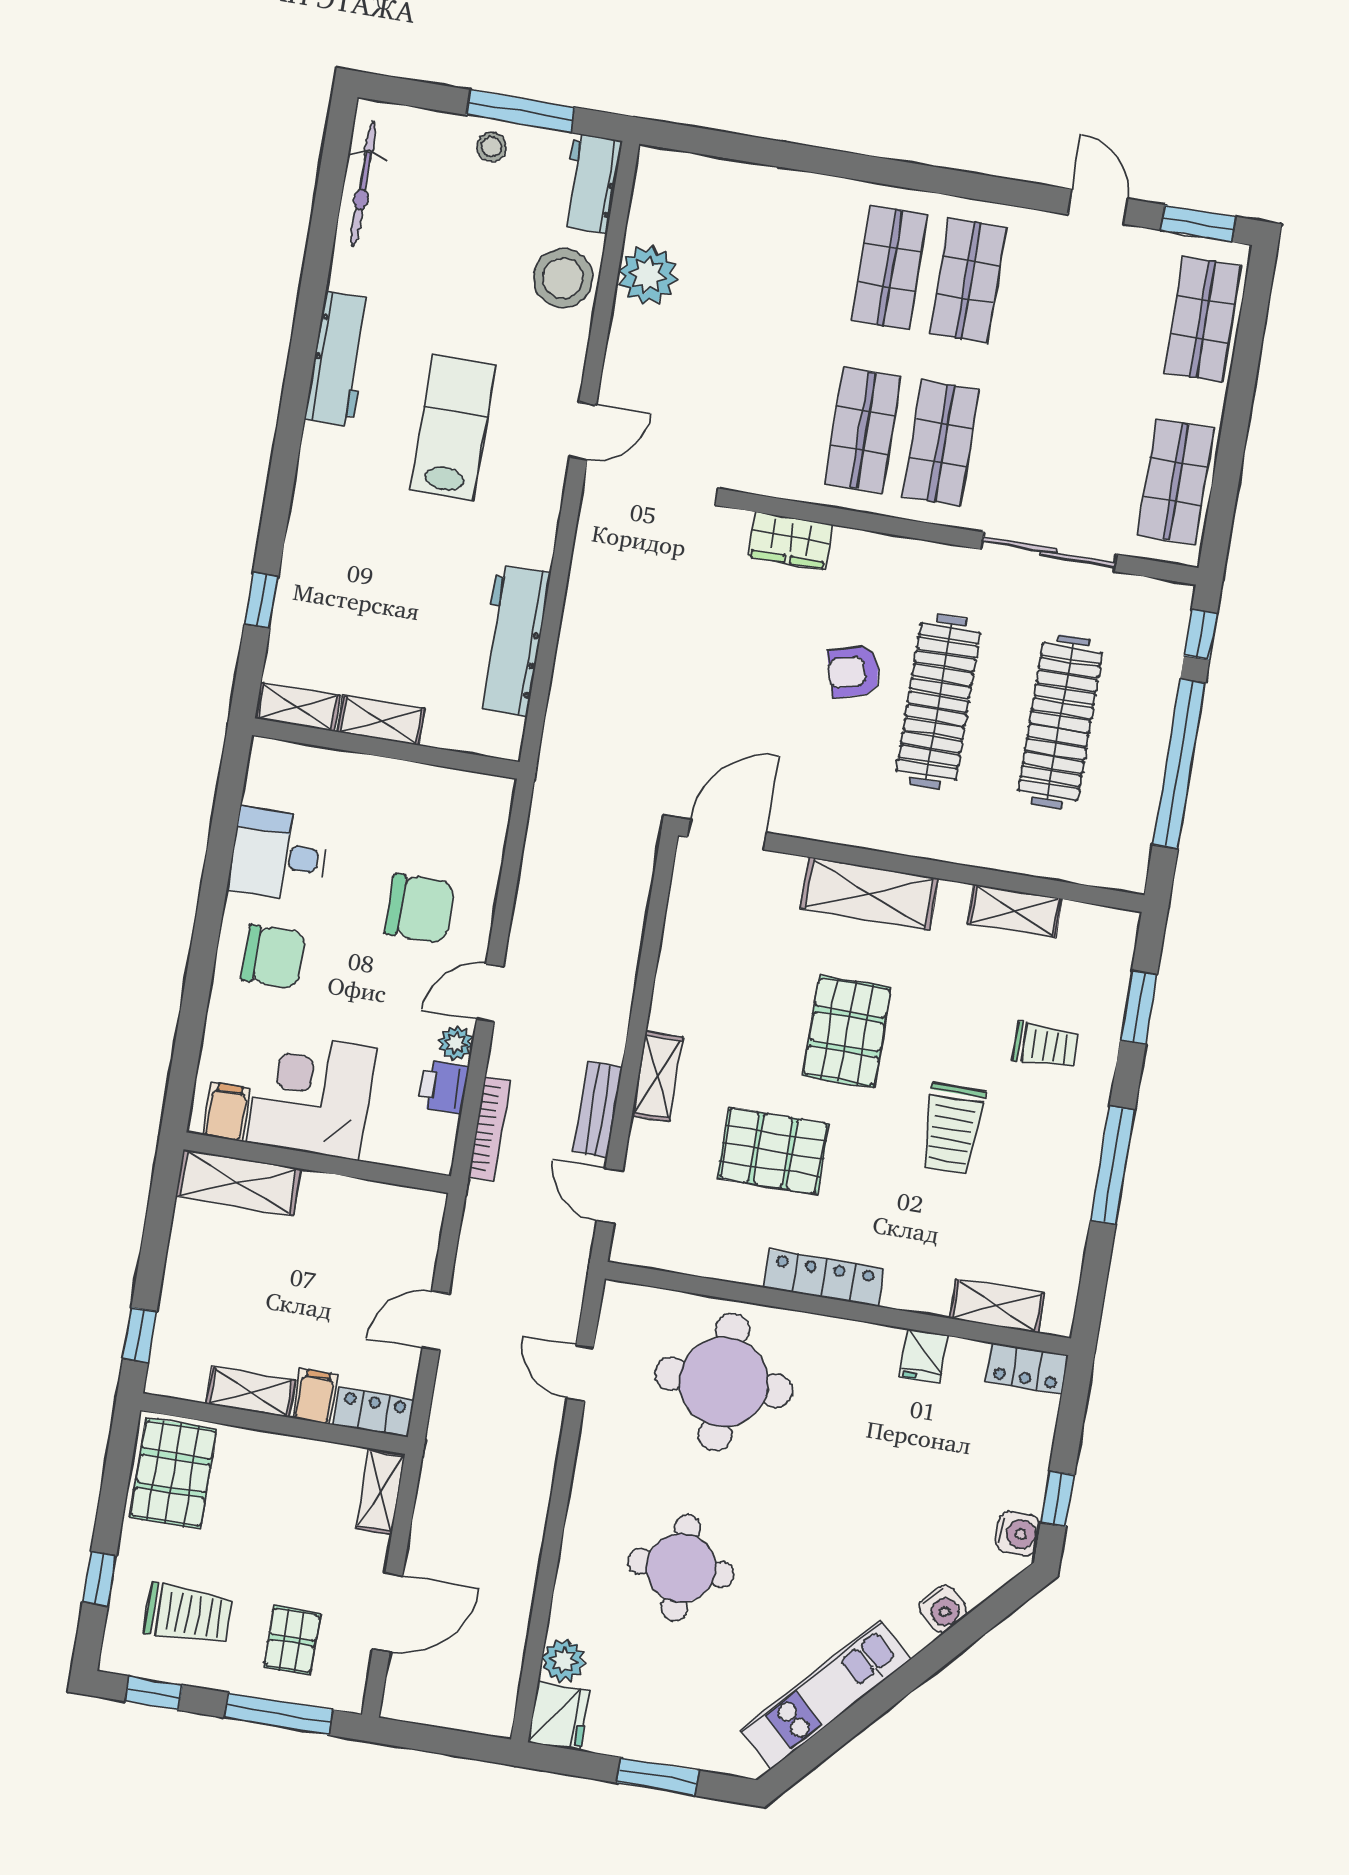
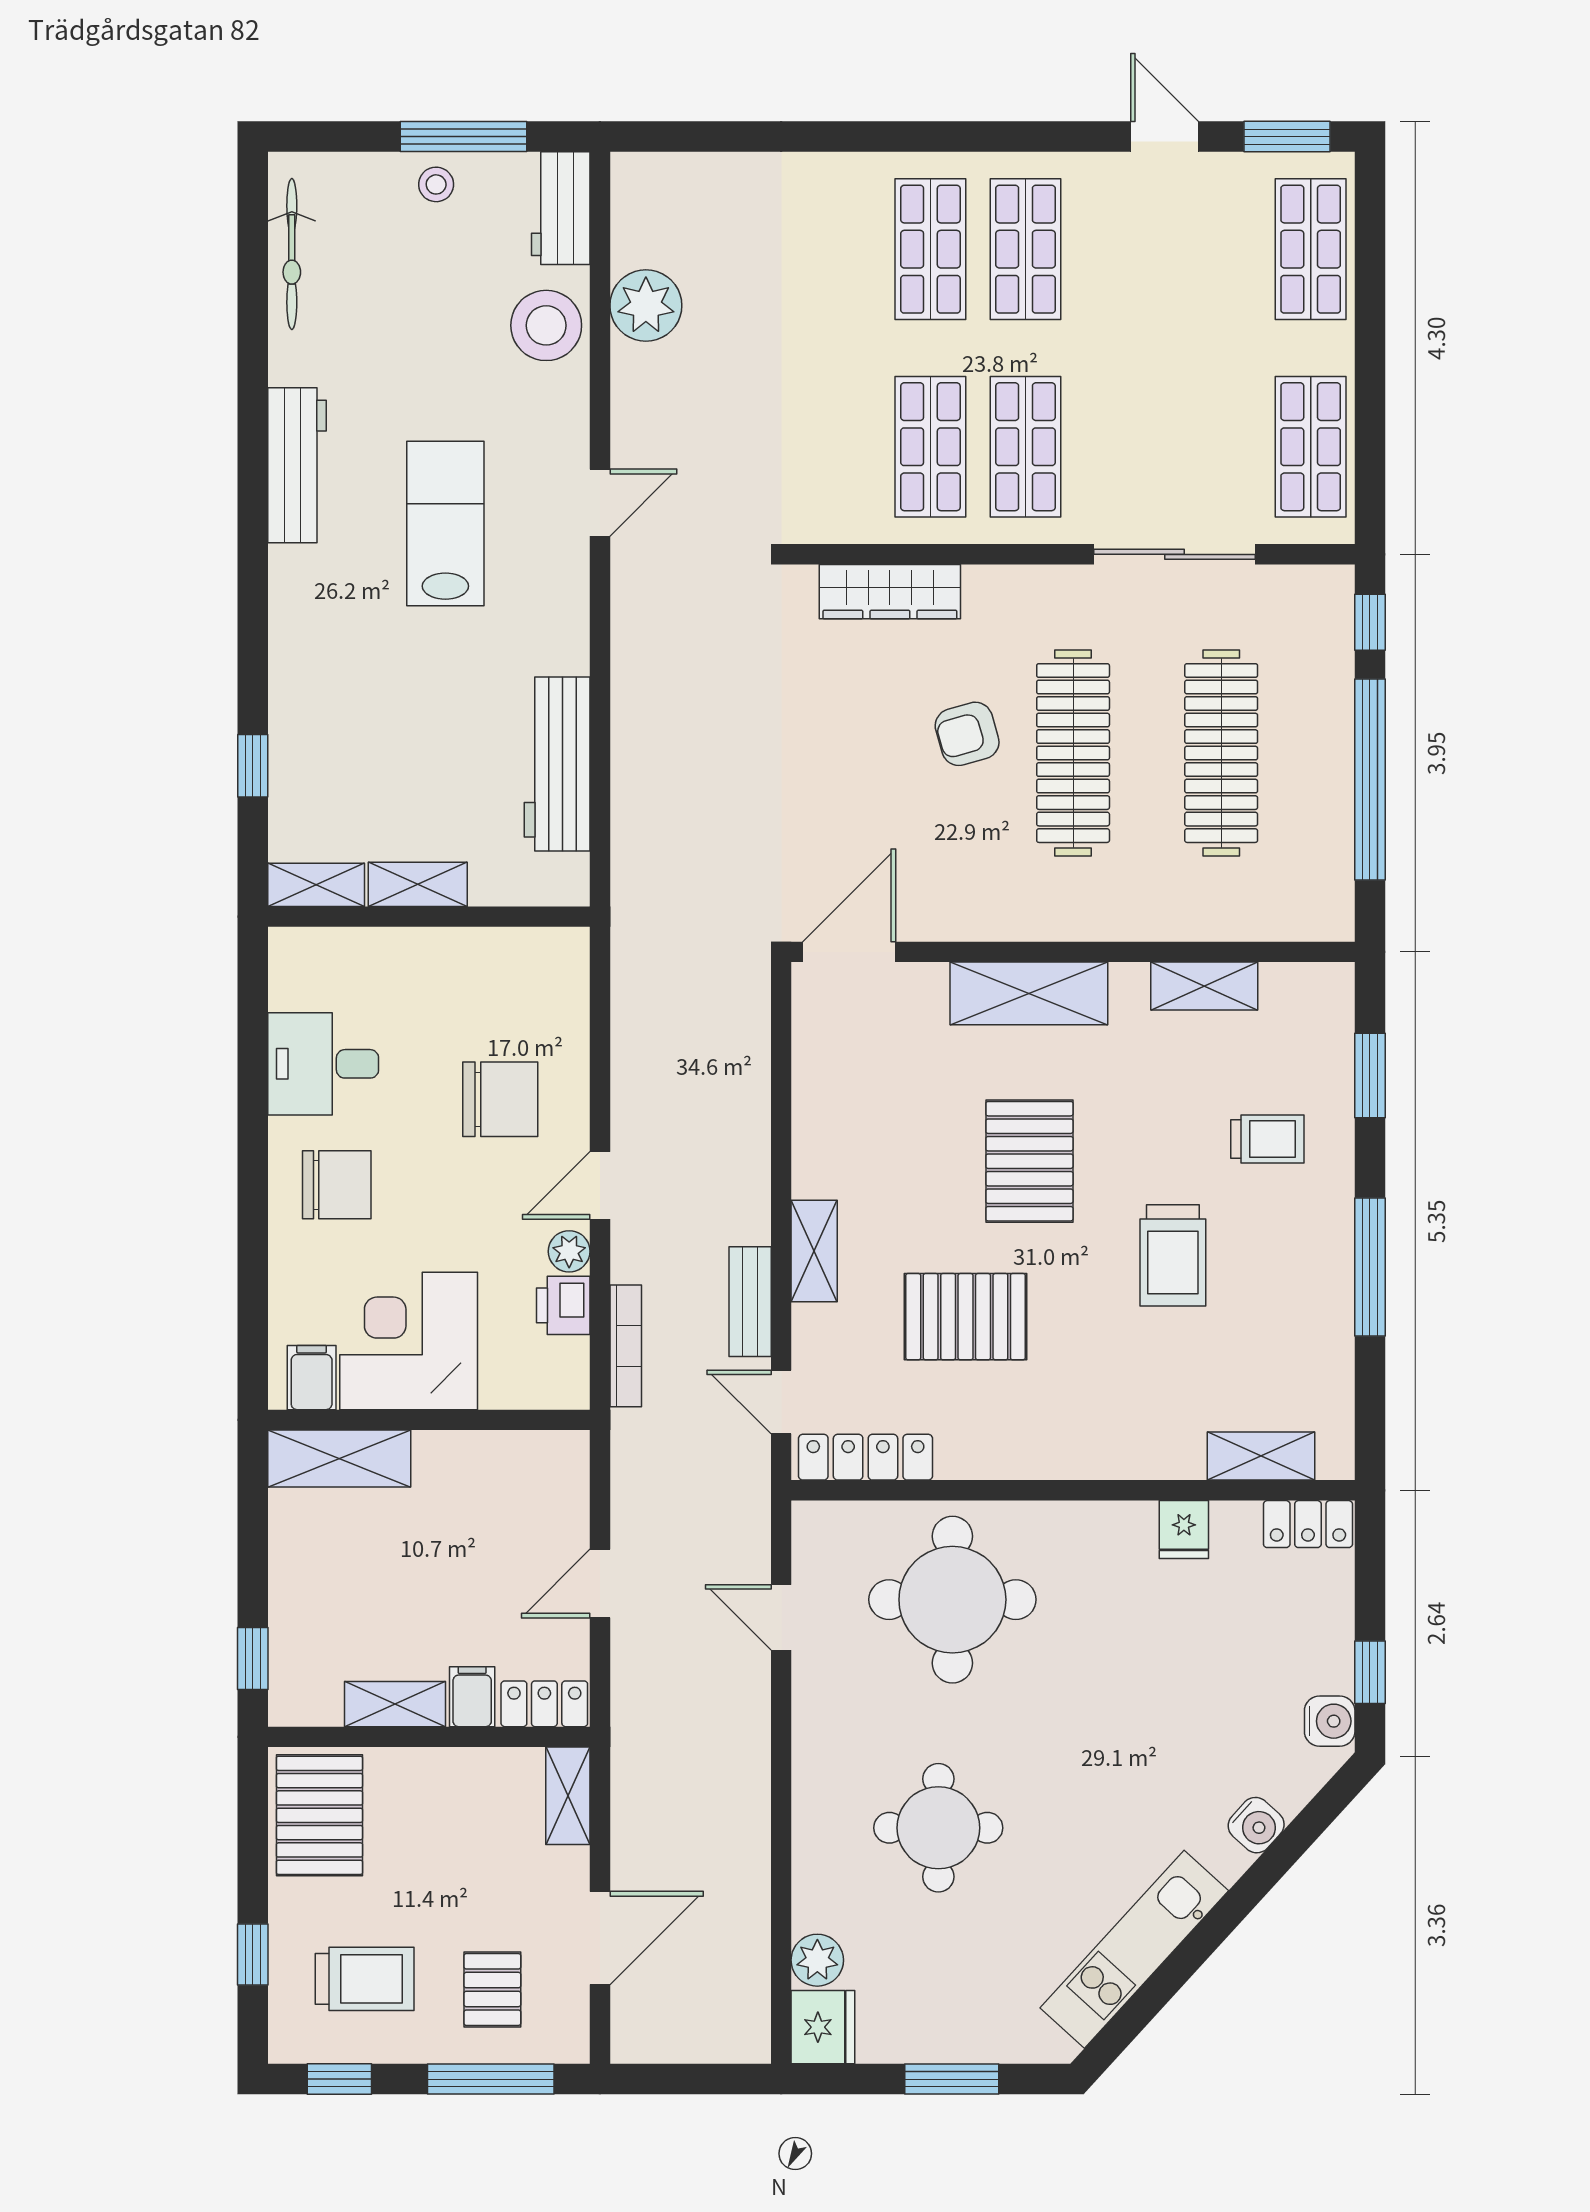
wardrobe: (790, 541) -> (890, 592), width x1.50
locker: (824, 1278) -> (866, 1457), moved

